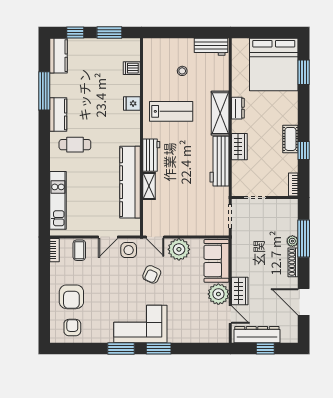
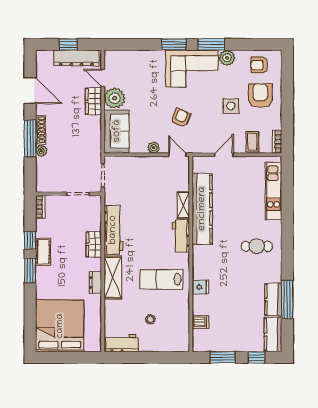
window: (304, 72) -> (30, 271), moved
kitchen counter: (58, 114) -> (273, 299), moved
window: (304, 239) -> (30, 139), moved
plant: (179, 249) -> (154, 148), width x0.53, depth x0.53
side table: (129, 250) -> (231, 106), moved
armchair: (72, 328) -> (259, 65), turned 90
plant: (105, 335) -> (227, 58), added

